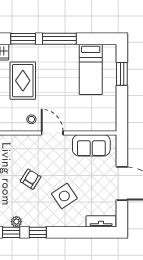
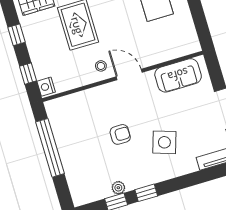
armchair: (31, 179) -> (120, 134), turned 58
side table: (64, 196) -> (164, 142), turned -38

